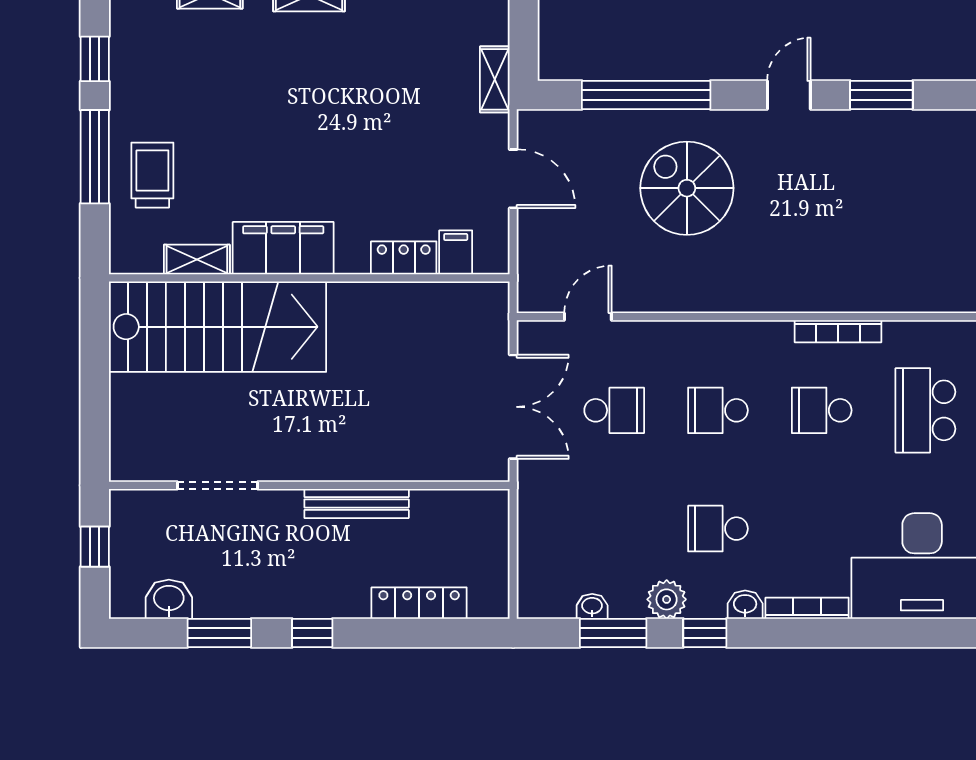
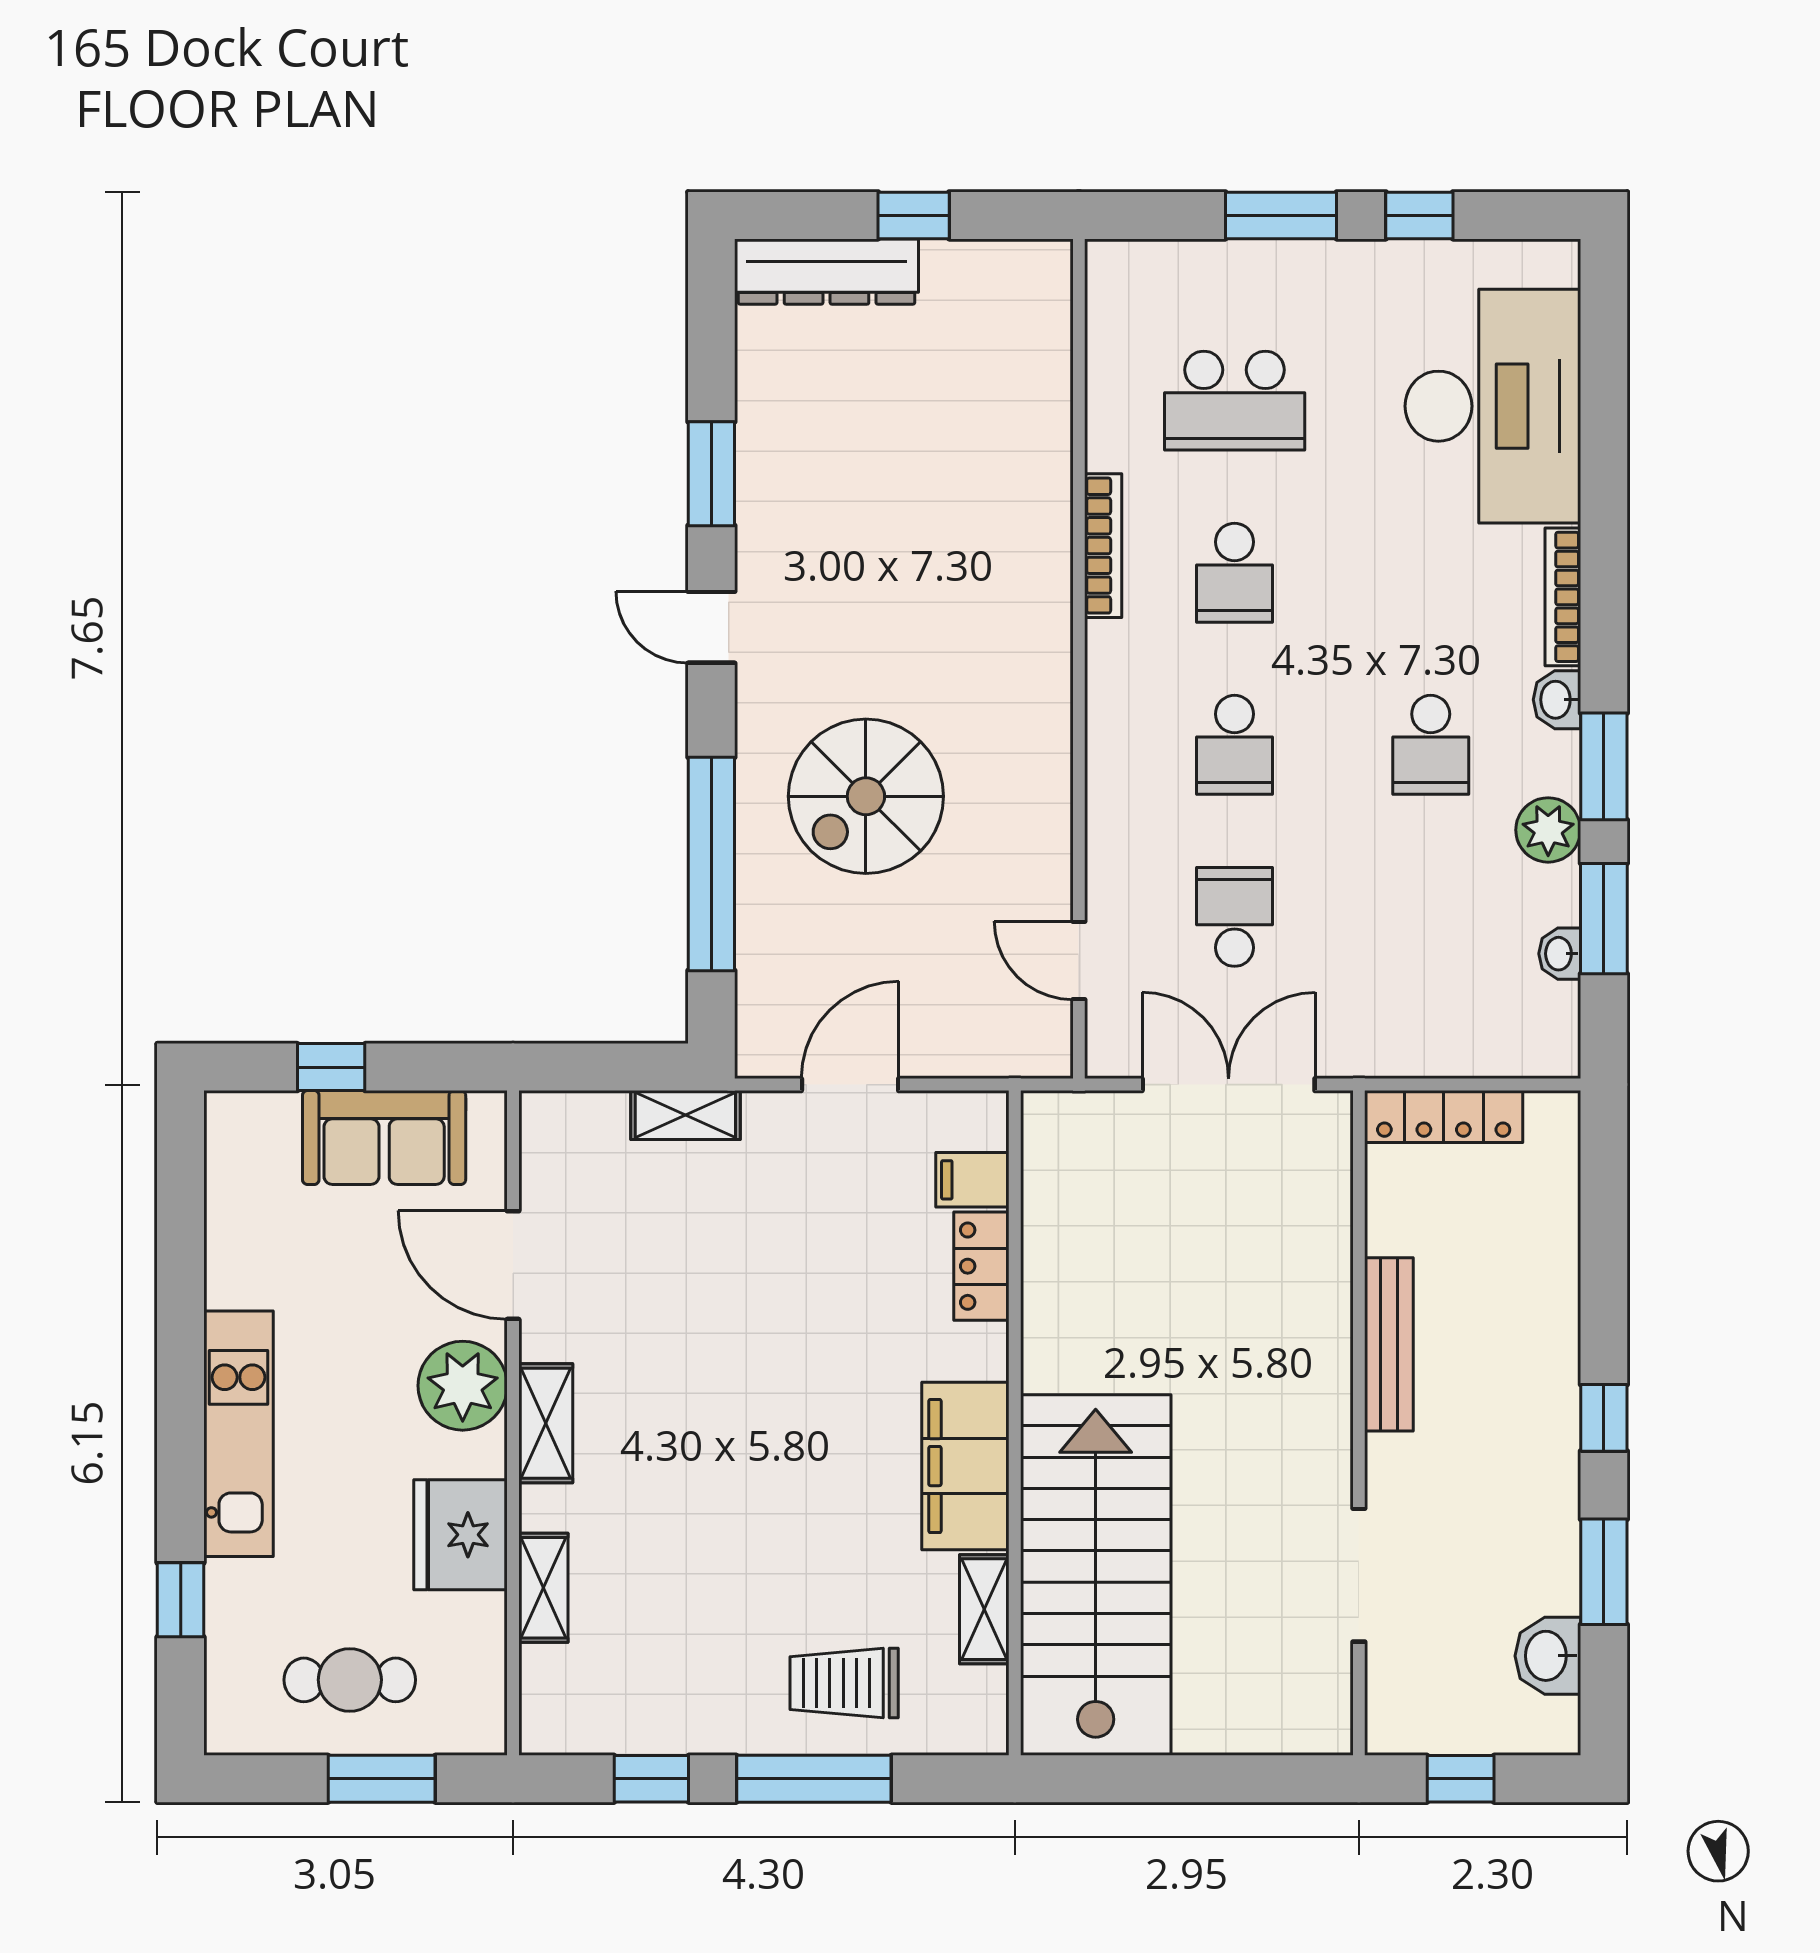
locker: (419, 603) -> (1444, 1117), moved, turned -90
window: (705, 633) -> (1604, 766), width x1.50

